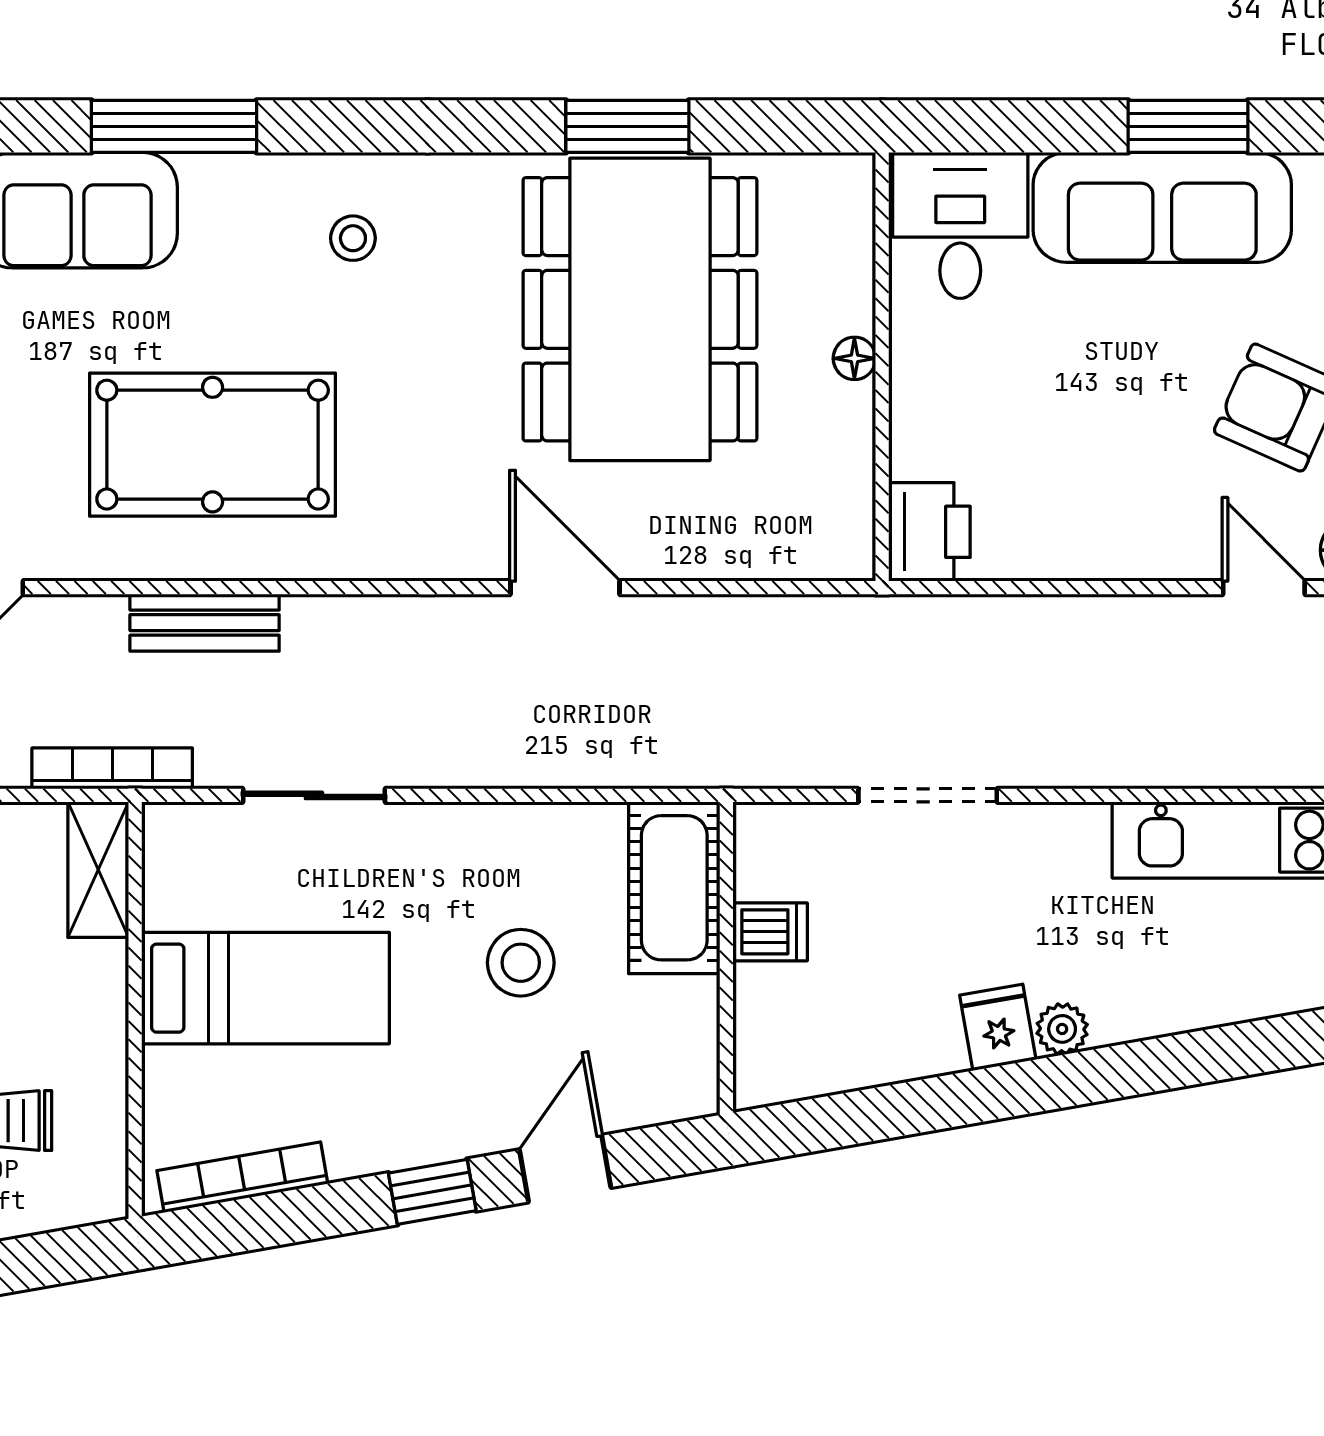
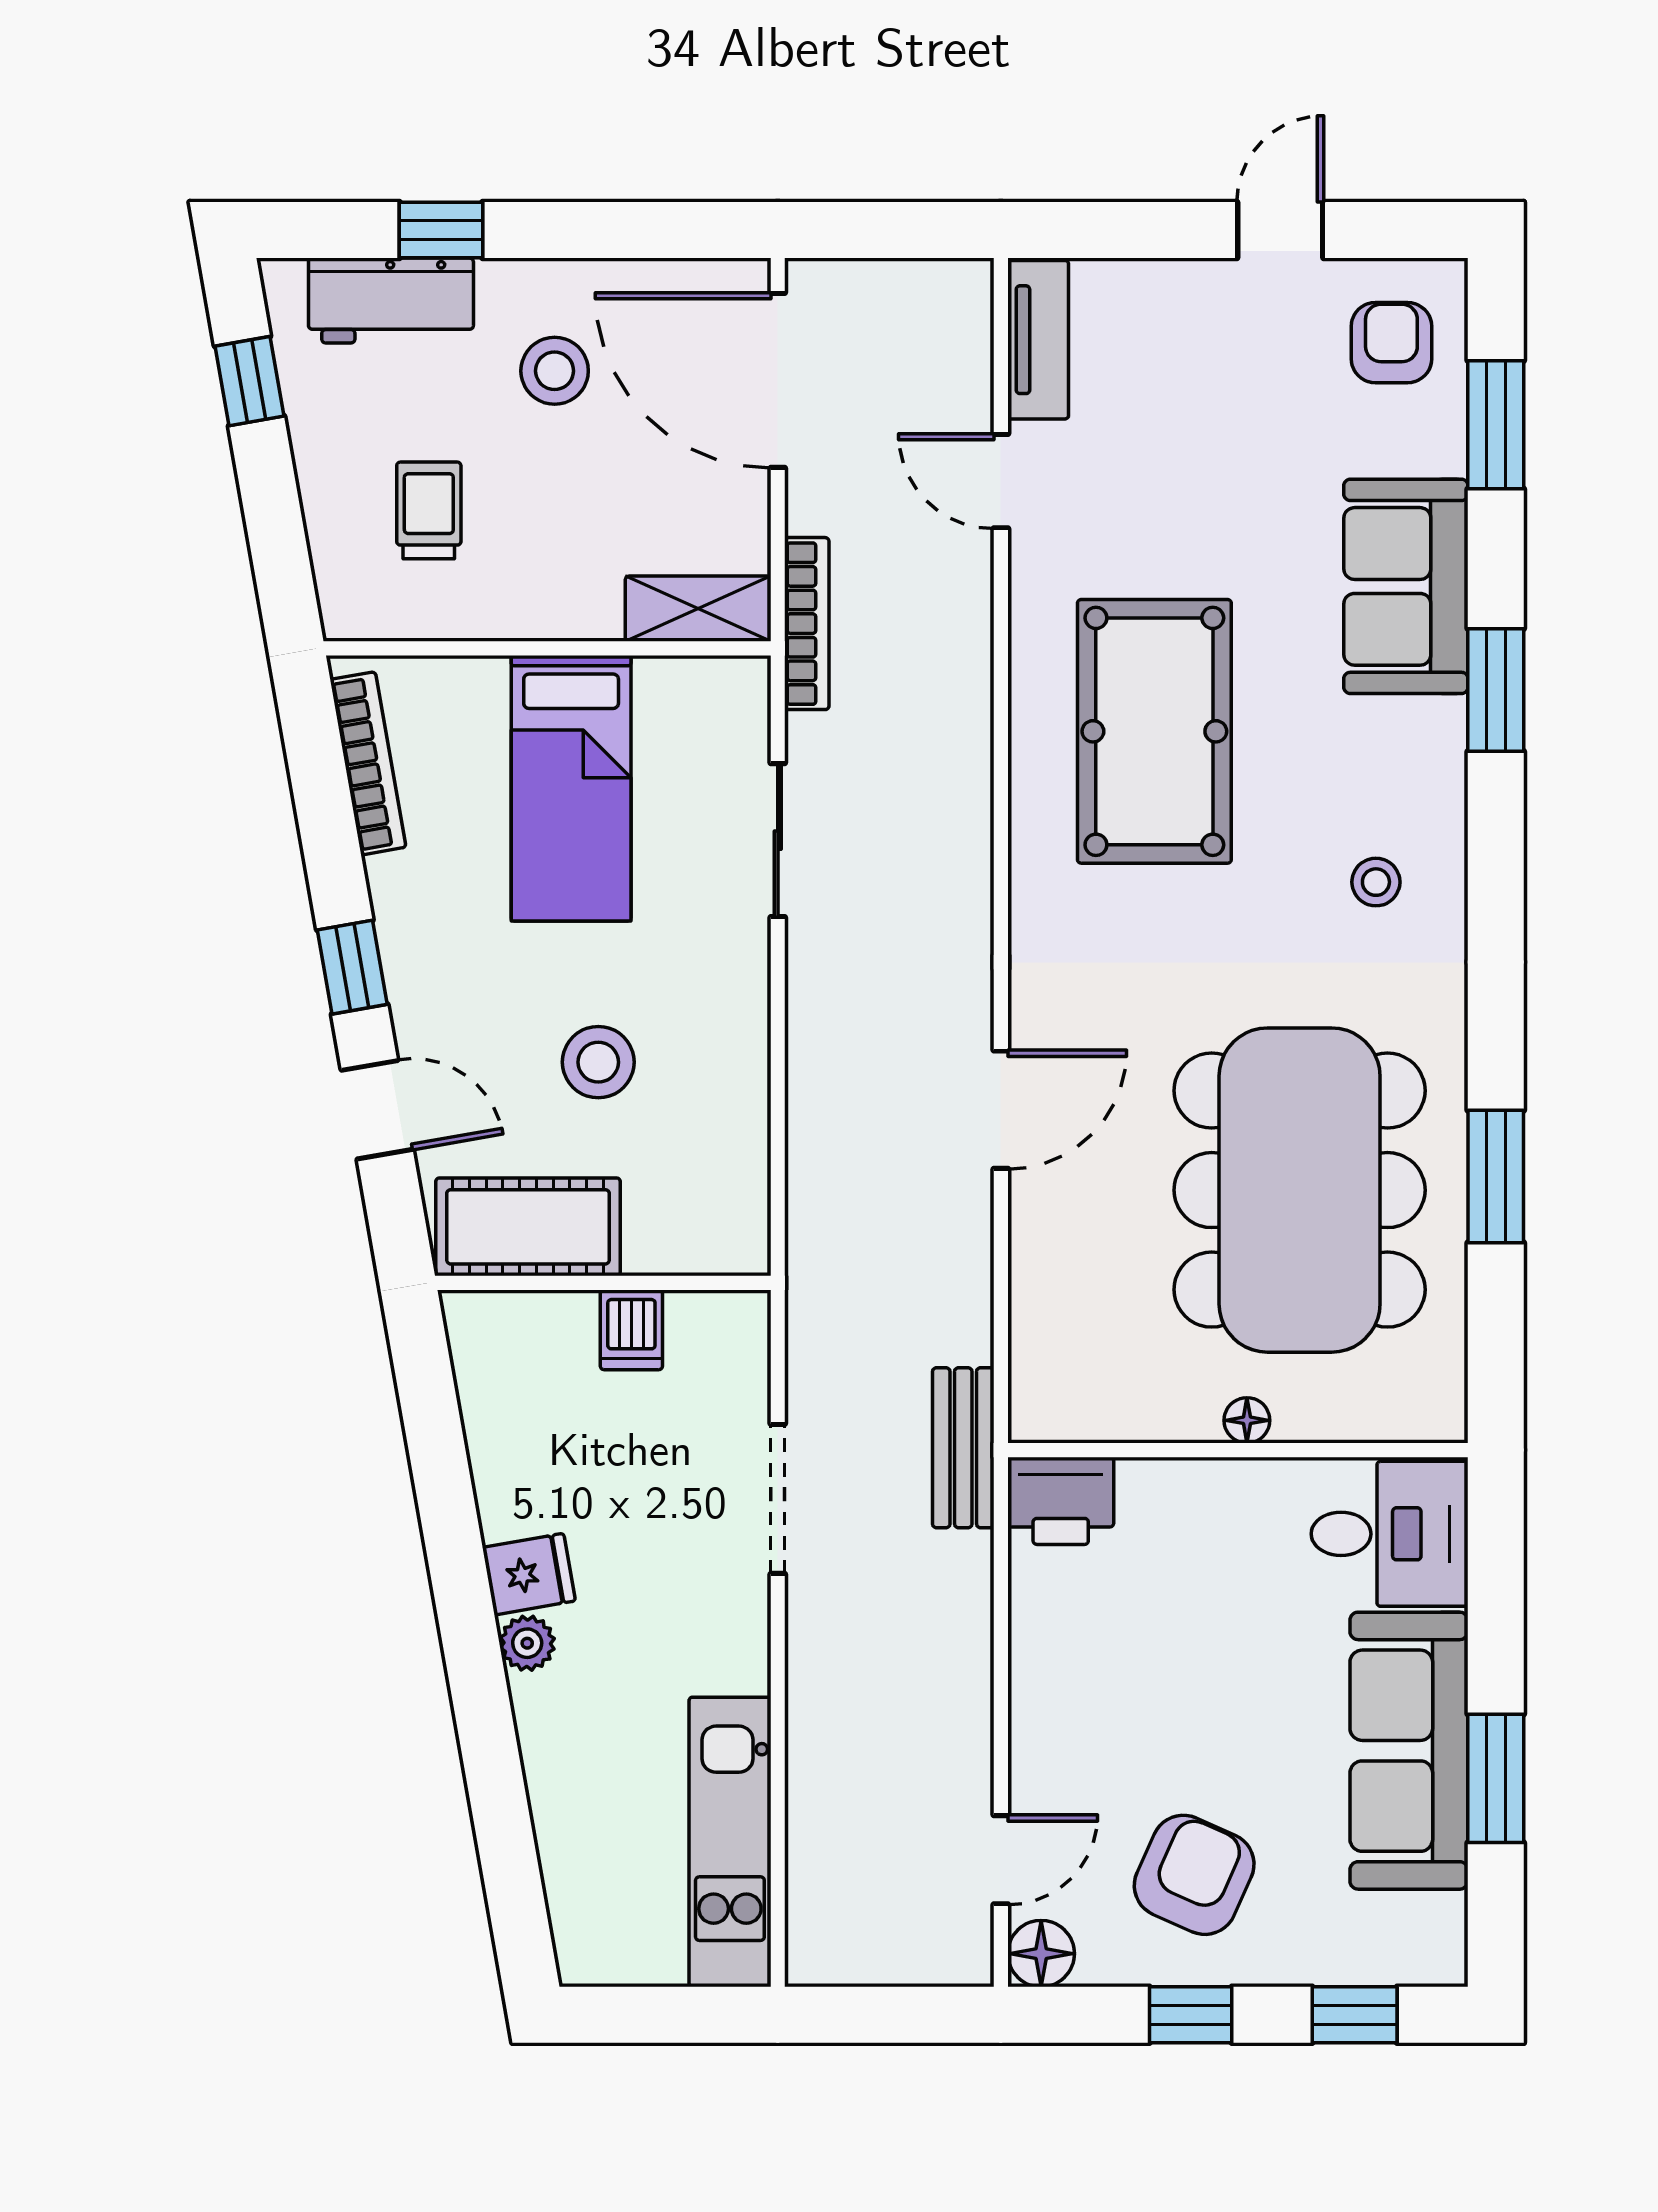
window: (174, 126) -> (1496, 690), width x0.69
dining table: (640, 309) -> (1300, 1190), turned 90
bench: (205, 623) -> (963, 1448), moved
cot: (674, 888) -> (528, 1227), moved

